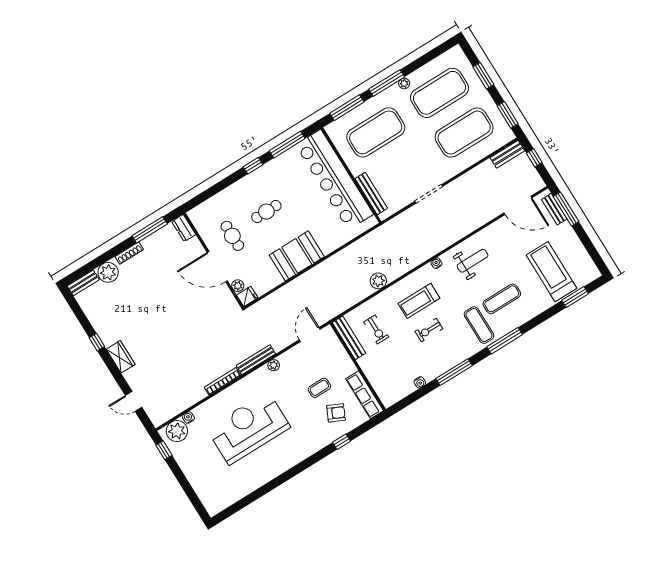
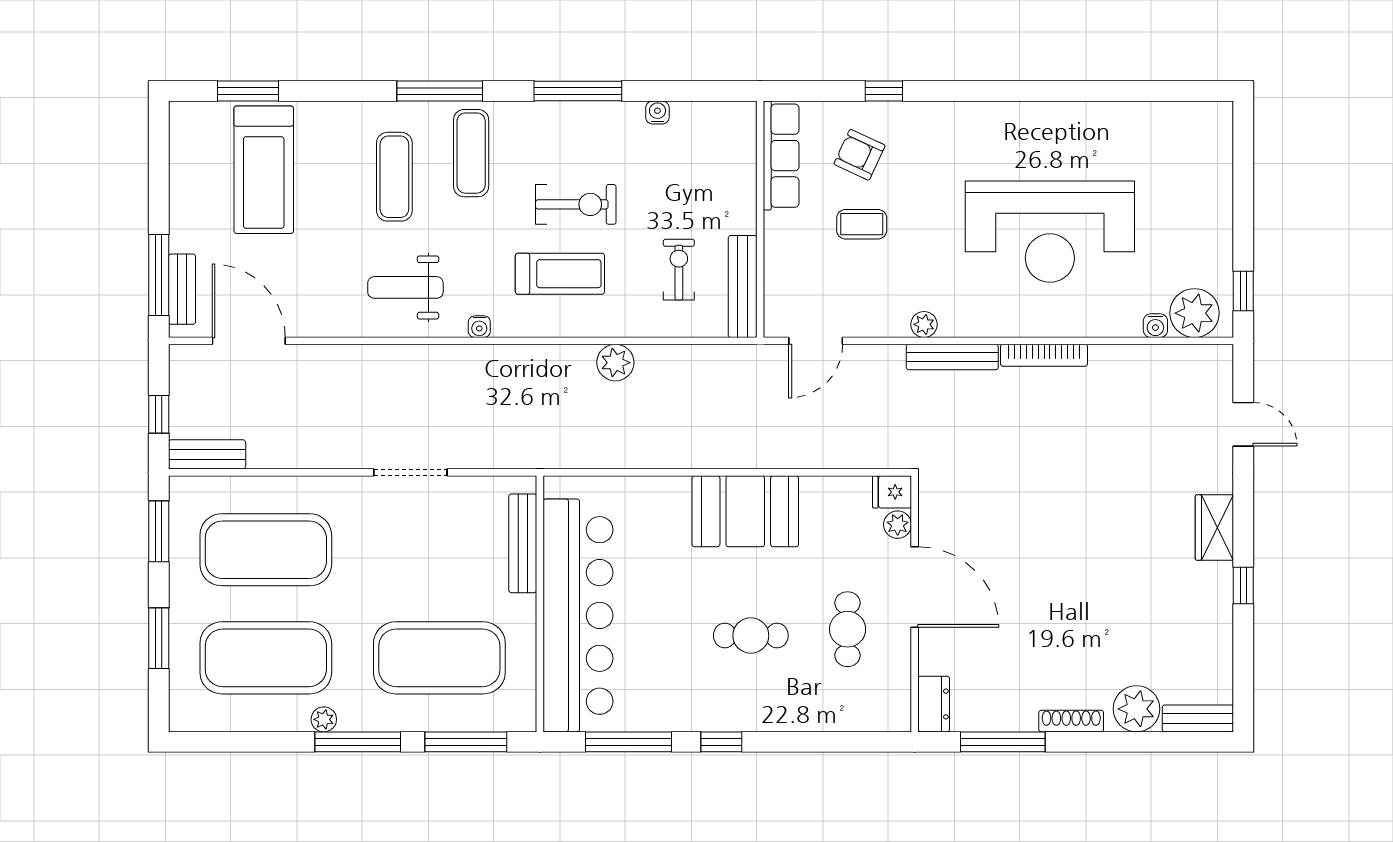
exercise mat: (502, 299) -> (394, 177), turned 90
exercise bike: (429, 330) -> (576, 204), width x1.38, depth x1.39

